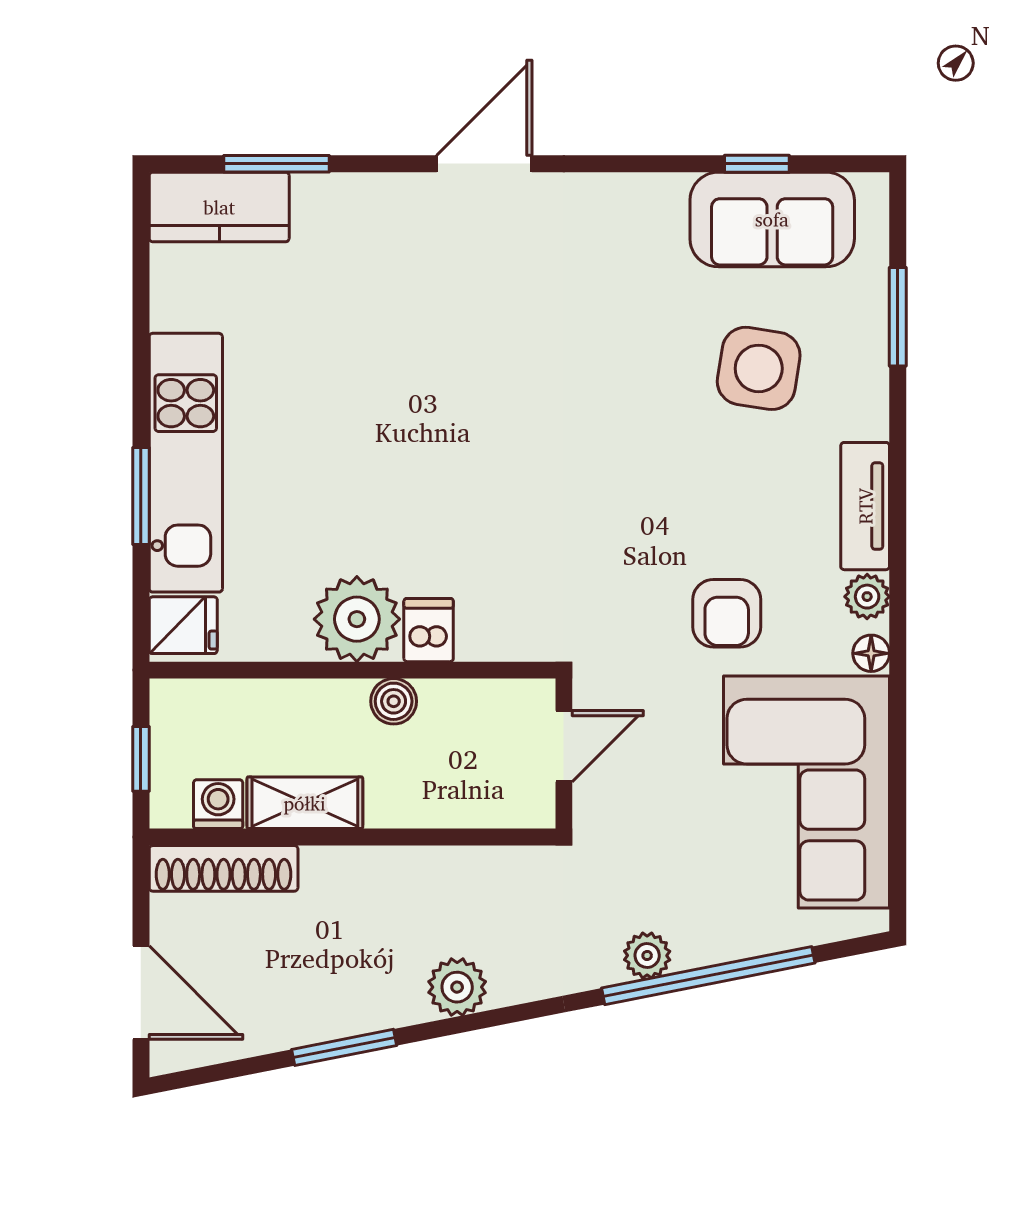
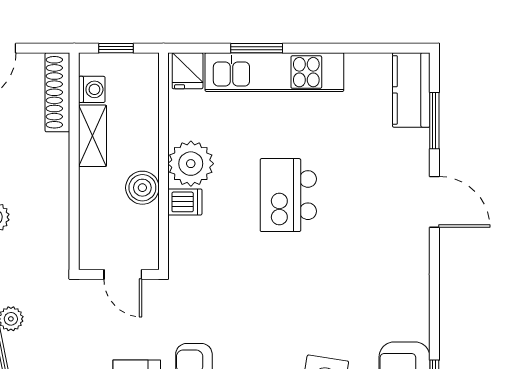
door: (484, 164) -> (434, 202), moved
kitchen island: (416, 437) -> (288, 195), added
boiler: (394, 701) -> (142, 188), width x1.36, depth x1.36

